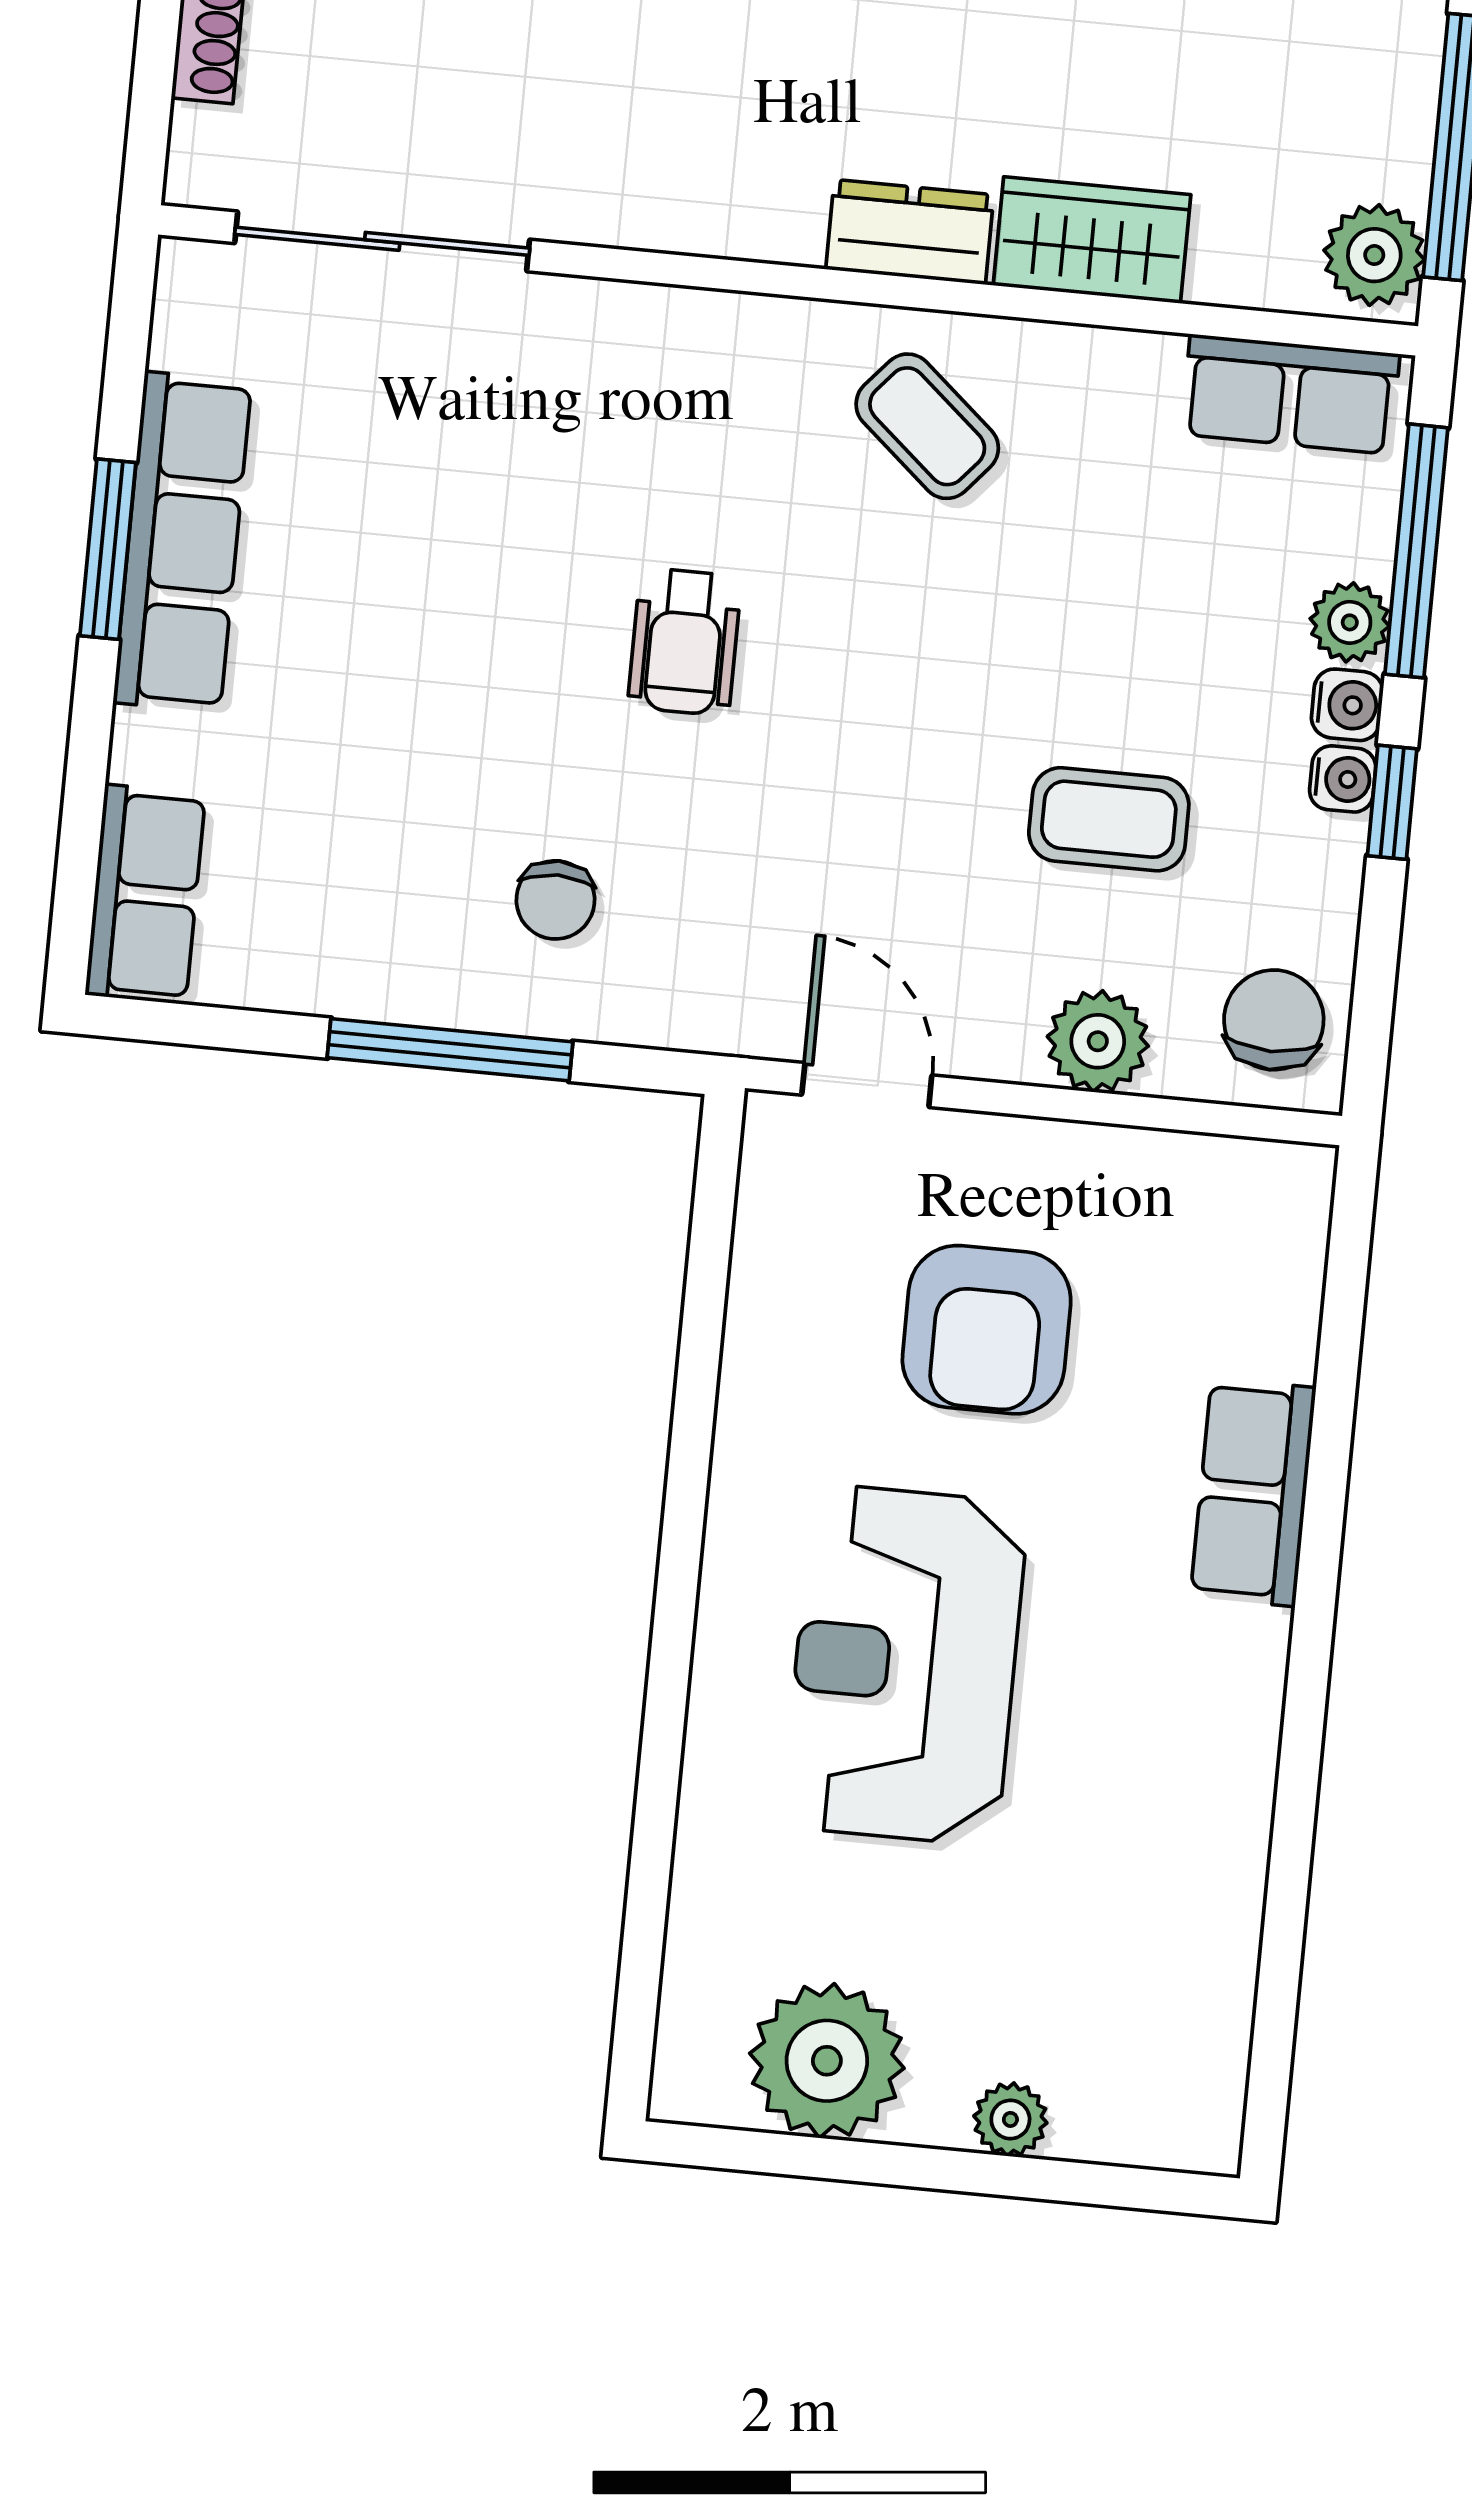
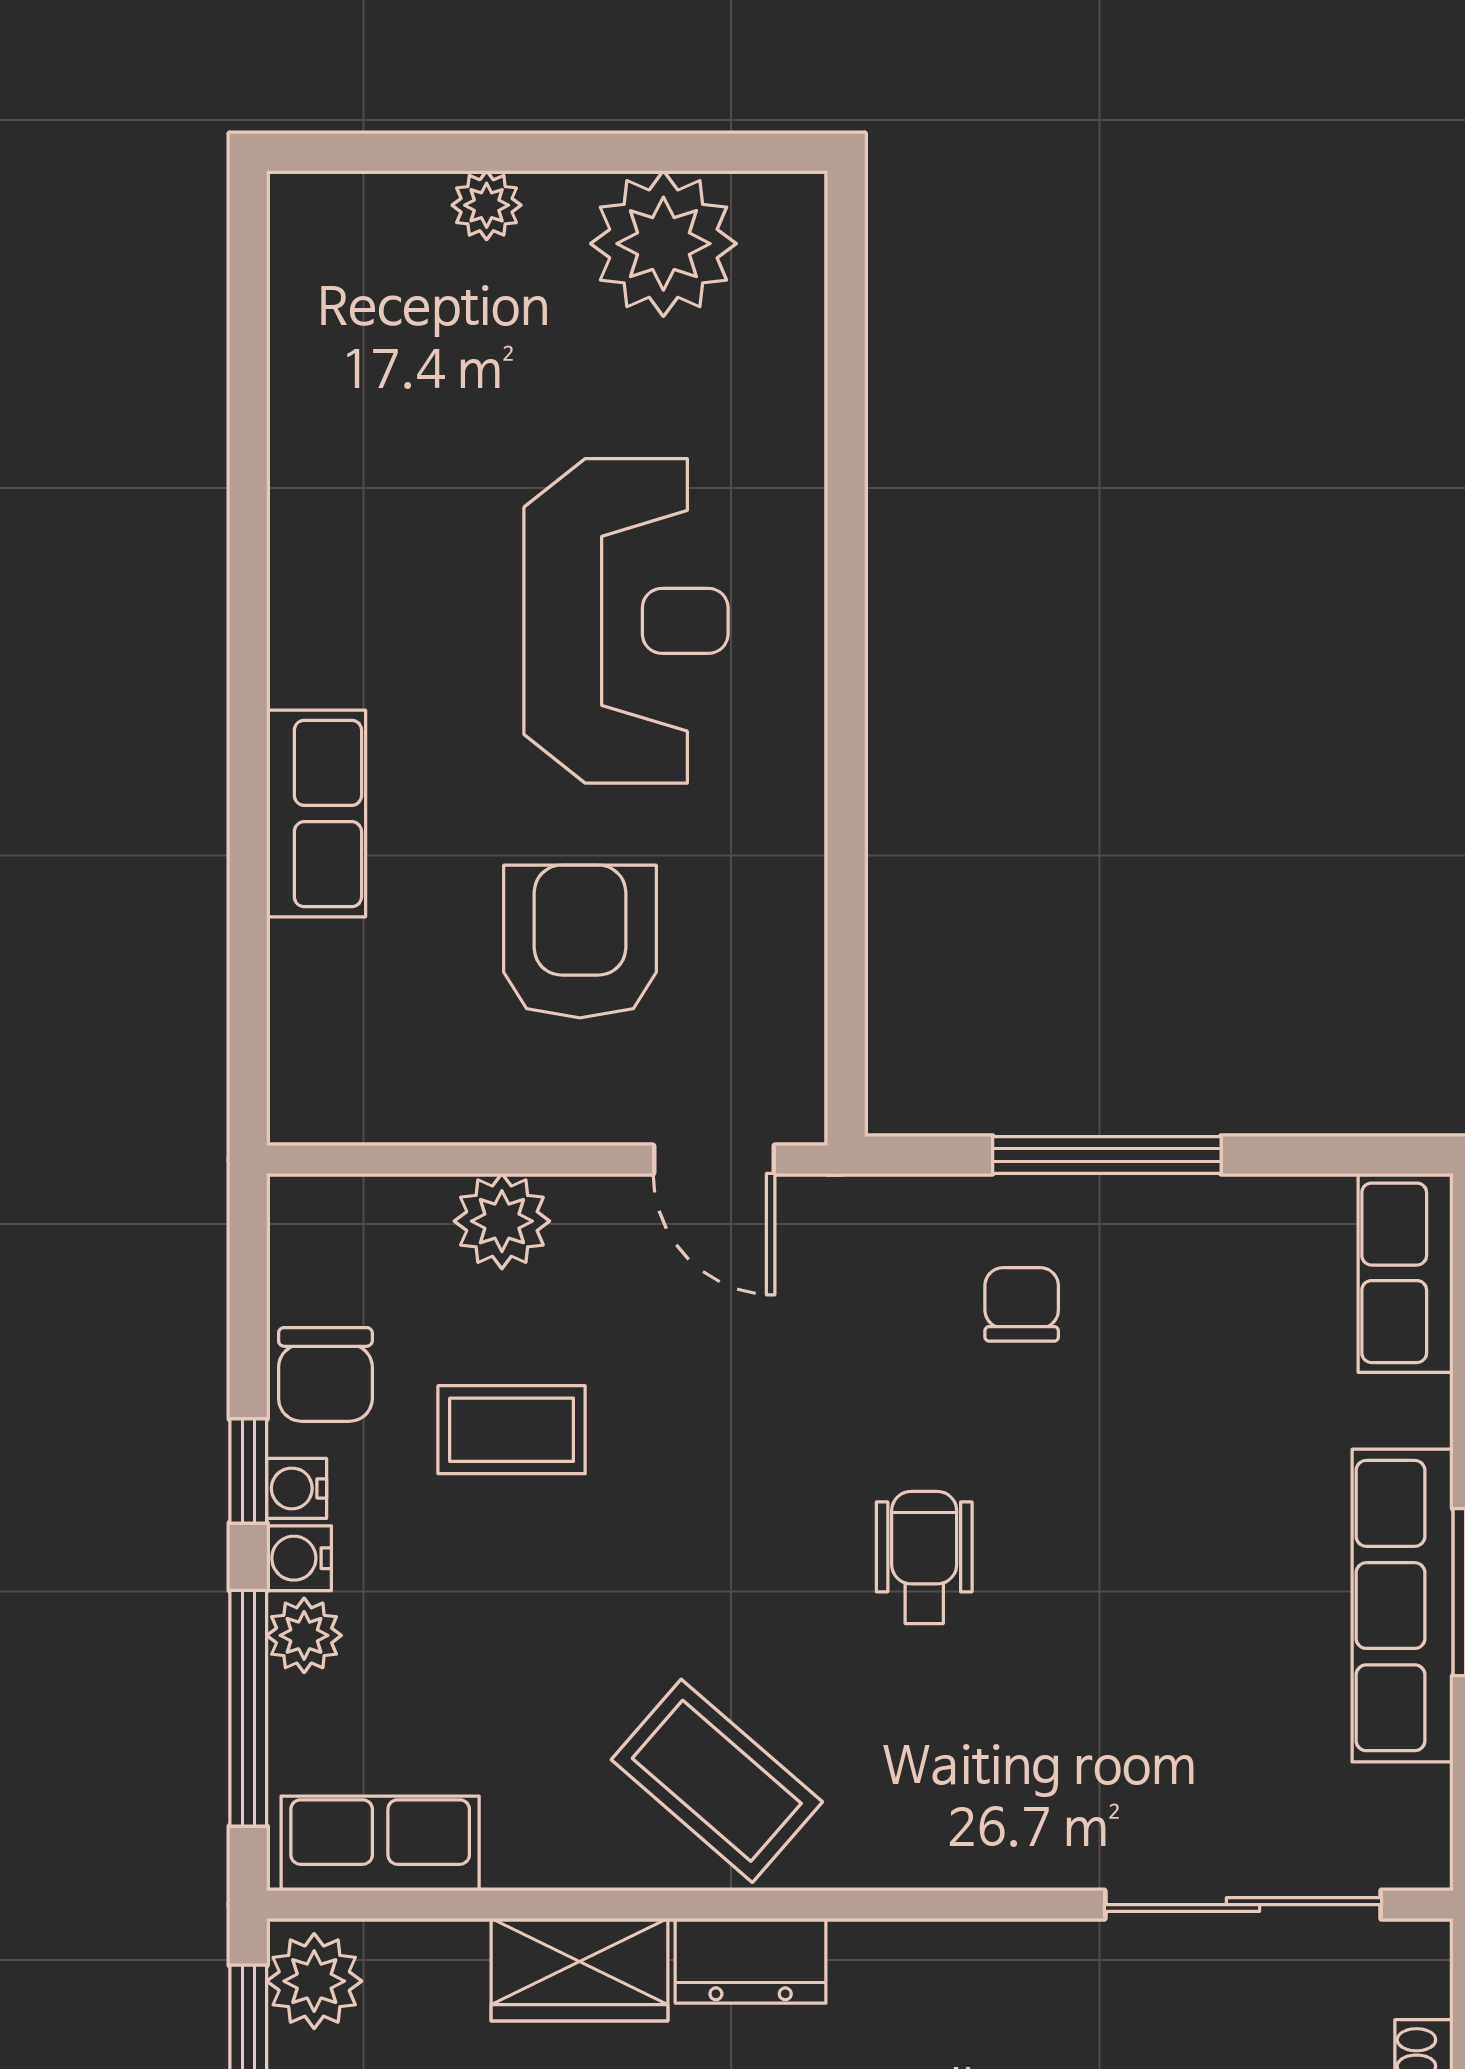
coffee table: (927, 426) -> (717, 1781), width x1.36, depth x1.30
chair: (1274, 1020) -> (325, 1374), moved

